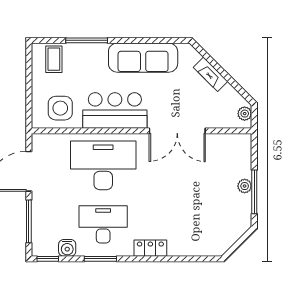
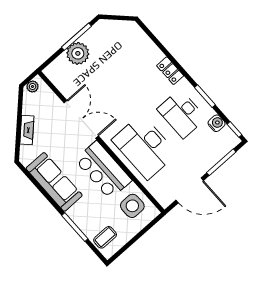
plant: (245, 186) -> (78, 53), width x1.87, depth x1.87

